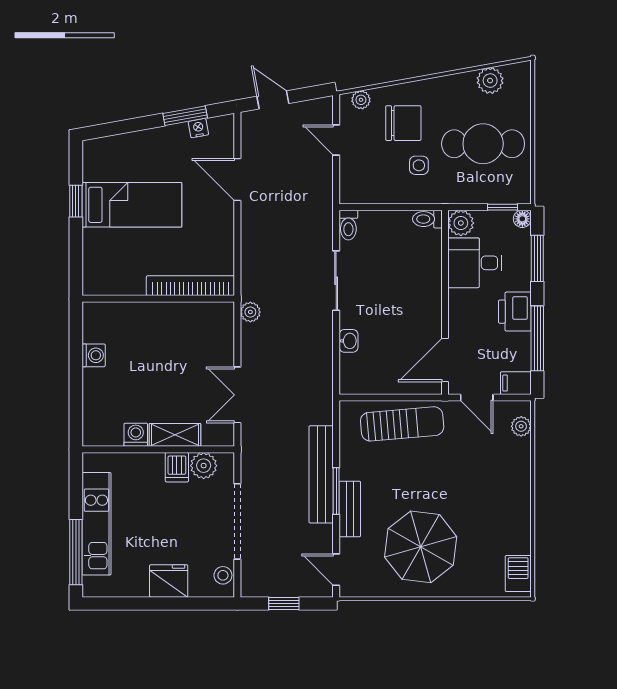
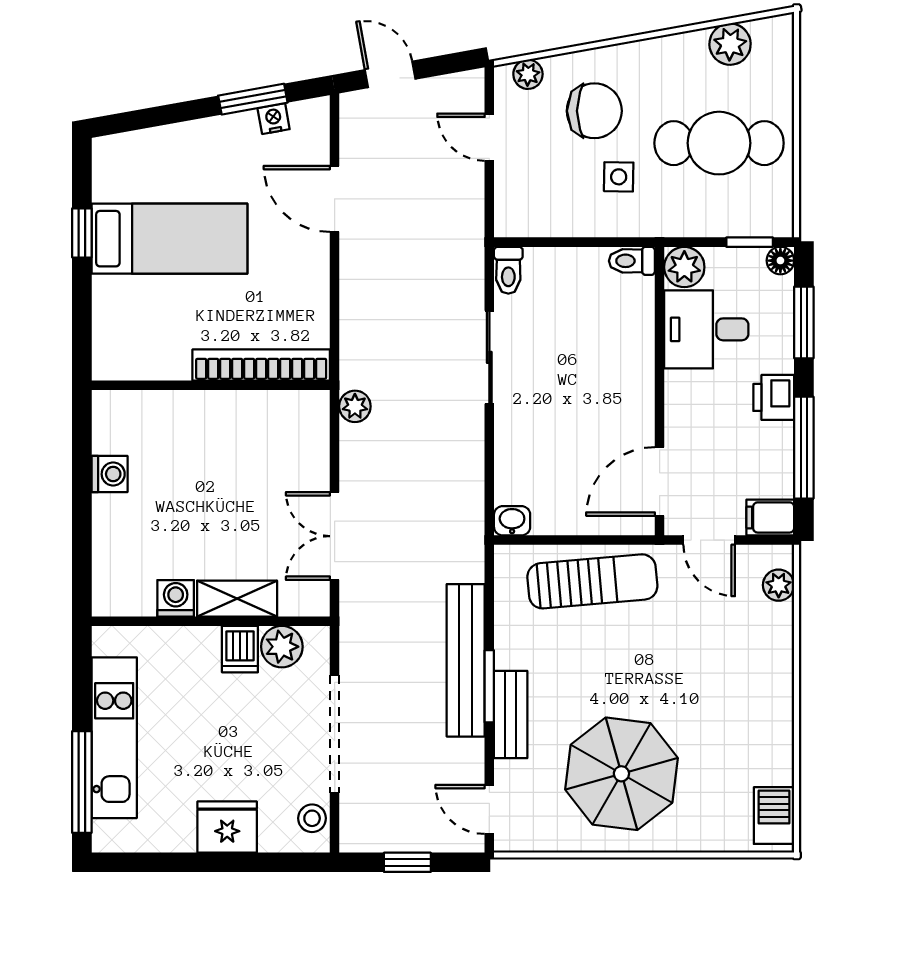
printer: (515, 312) -> (774, 397), width x0.73, depth x0.81
washbasin: (349, 341) -> (512, 521), moved, turned -90

